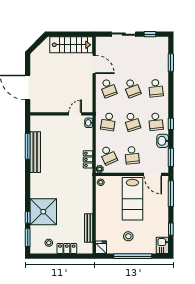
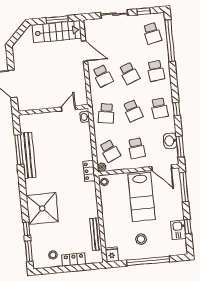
window: (73, 34) -> (57, 20), added
school desk: (156, 54) -> (152, 33), added
window: (171, 62) -> (170, 41), width x2.11
washbasin: (163, 141) -> (170, 141), moved
locker: (88, 159) -> (89, 171), moved
shower: (43, 212) -> (42, 209), moved
kitchen sink: (162, 245) -> (178, 230), moved

